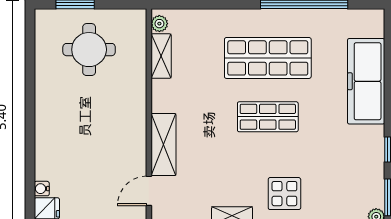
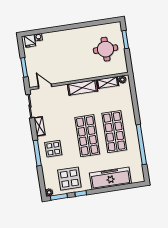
shop shelf: (268, 117) -> (87, 136), width x1.43, depth x1.36
shelving: (163, 145) -> (82, 88), moved
display table: (353, 169) -> (69, 179), added

